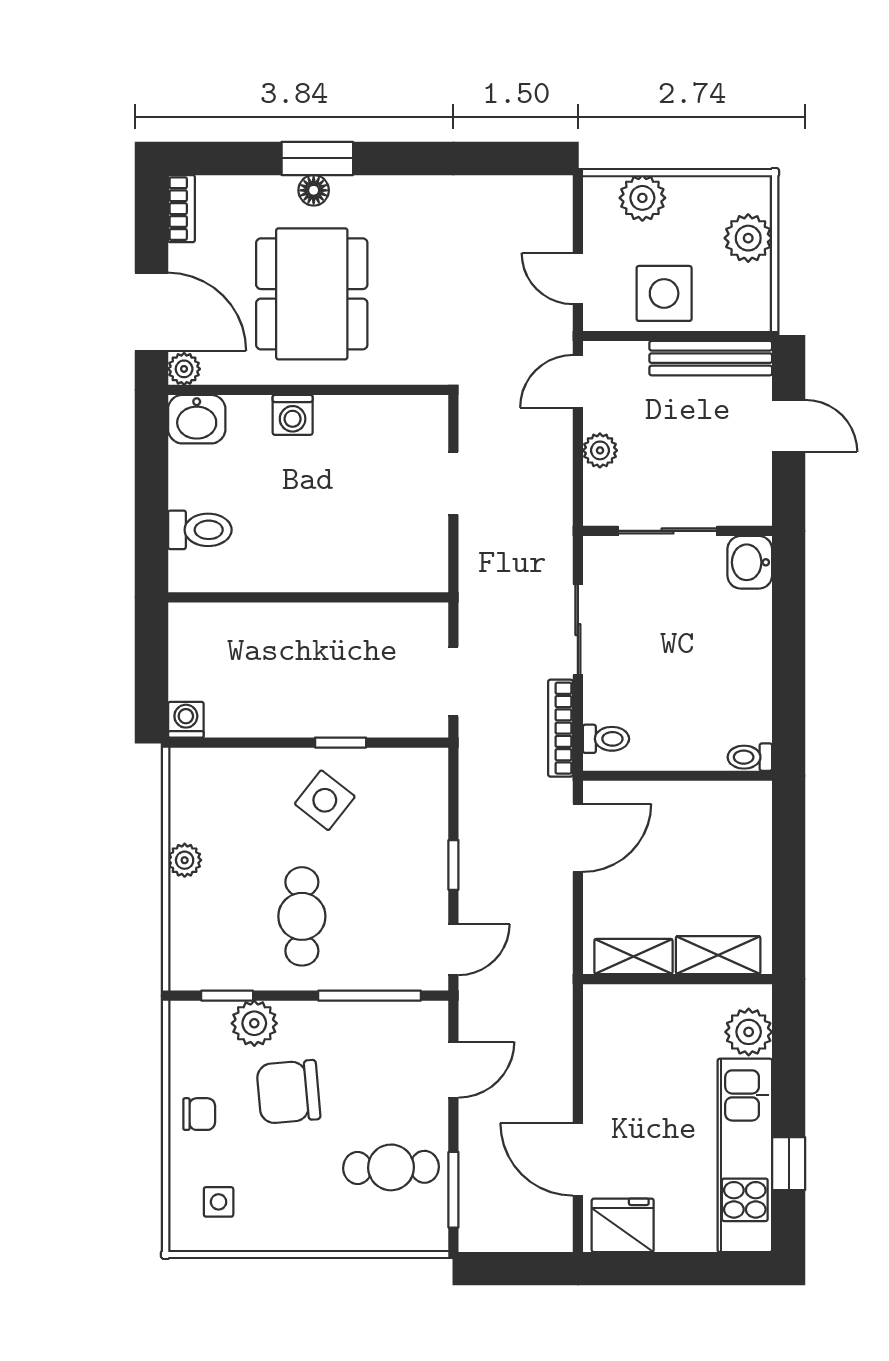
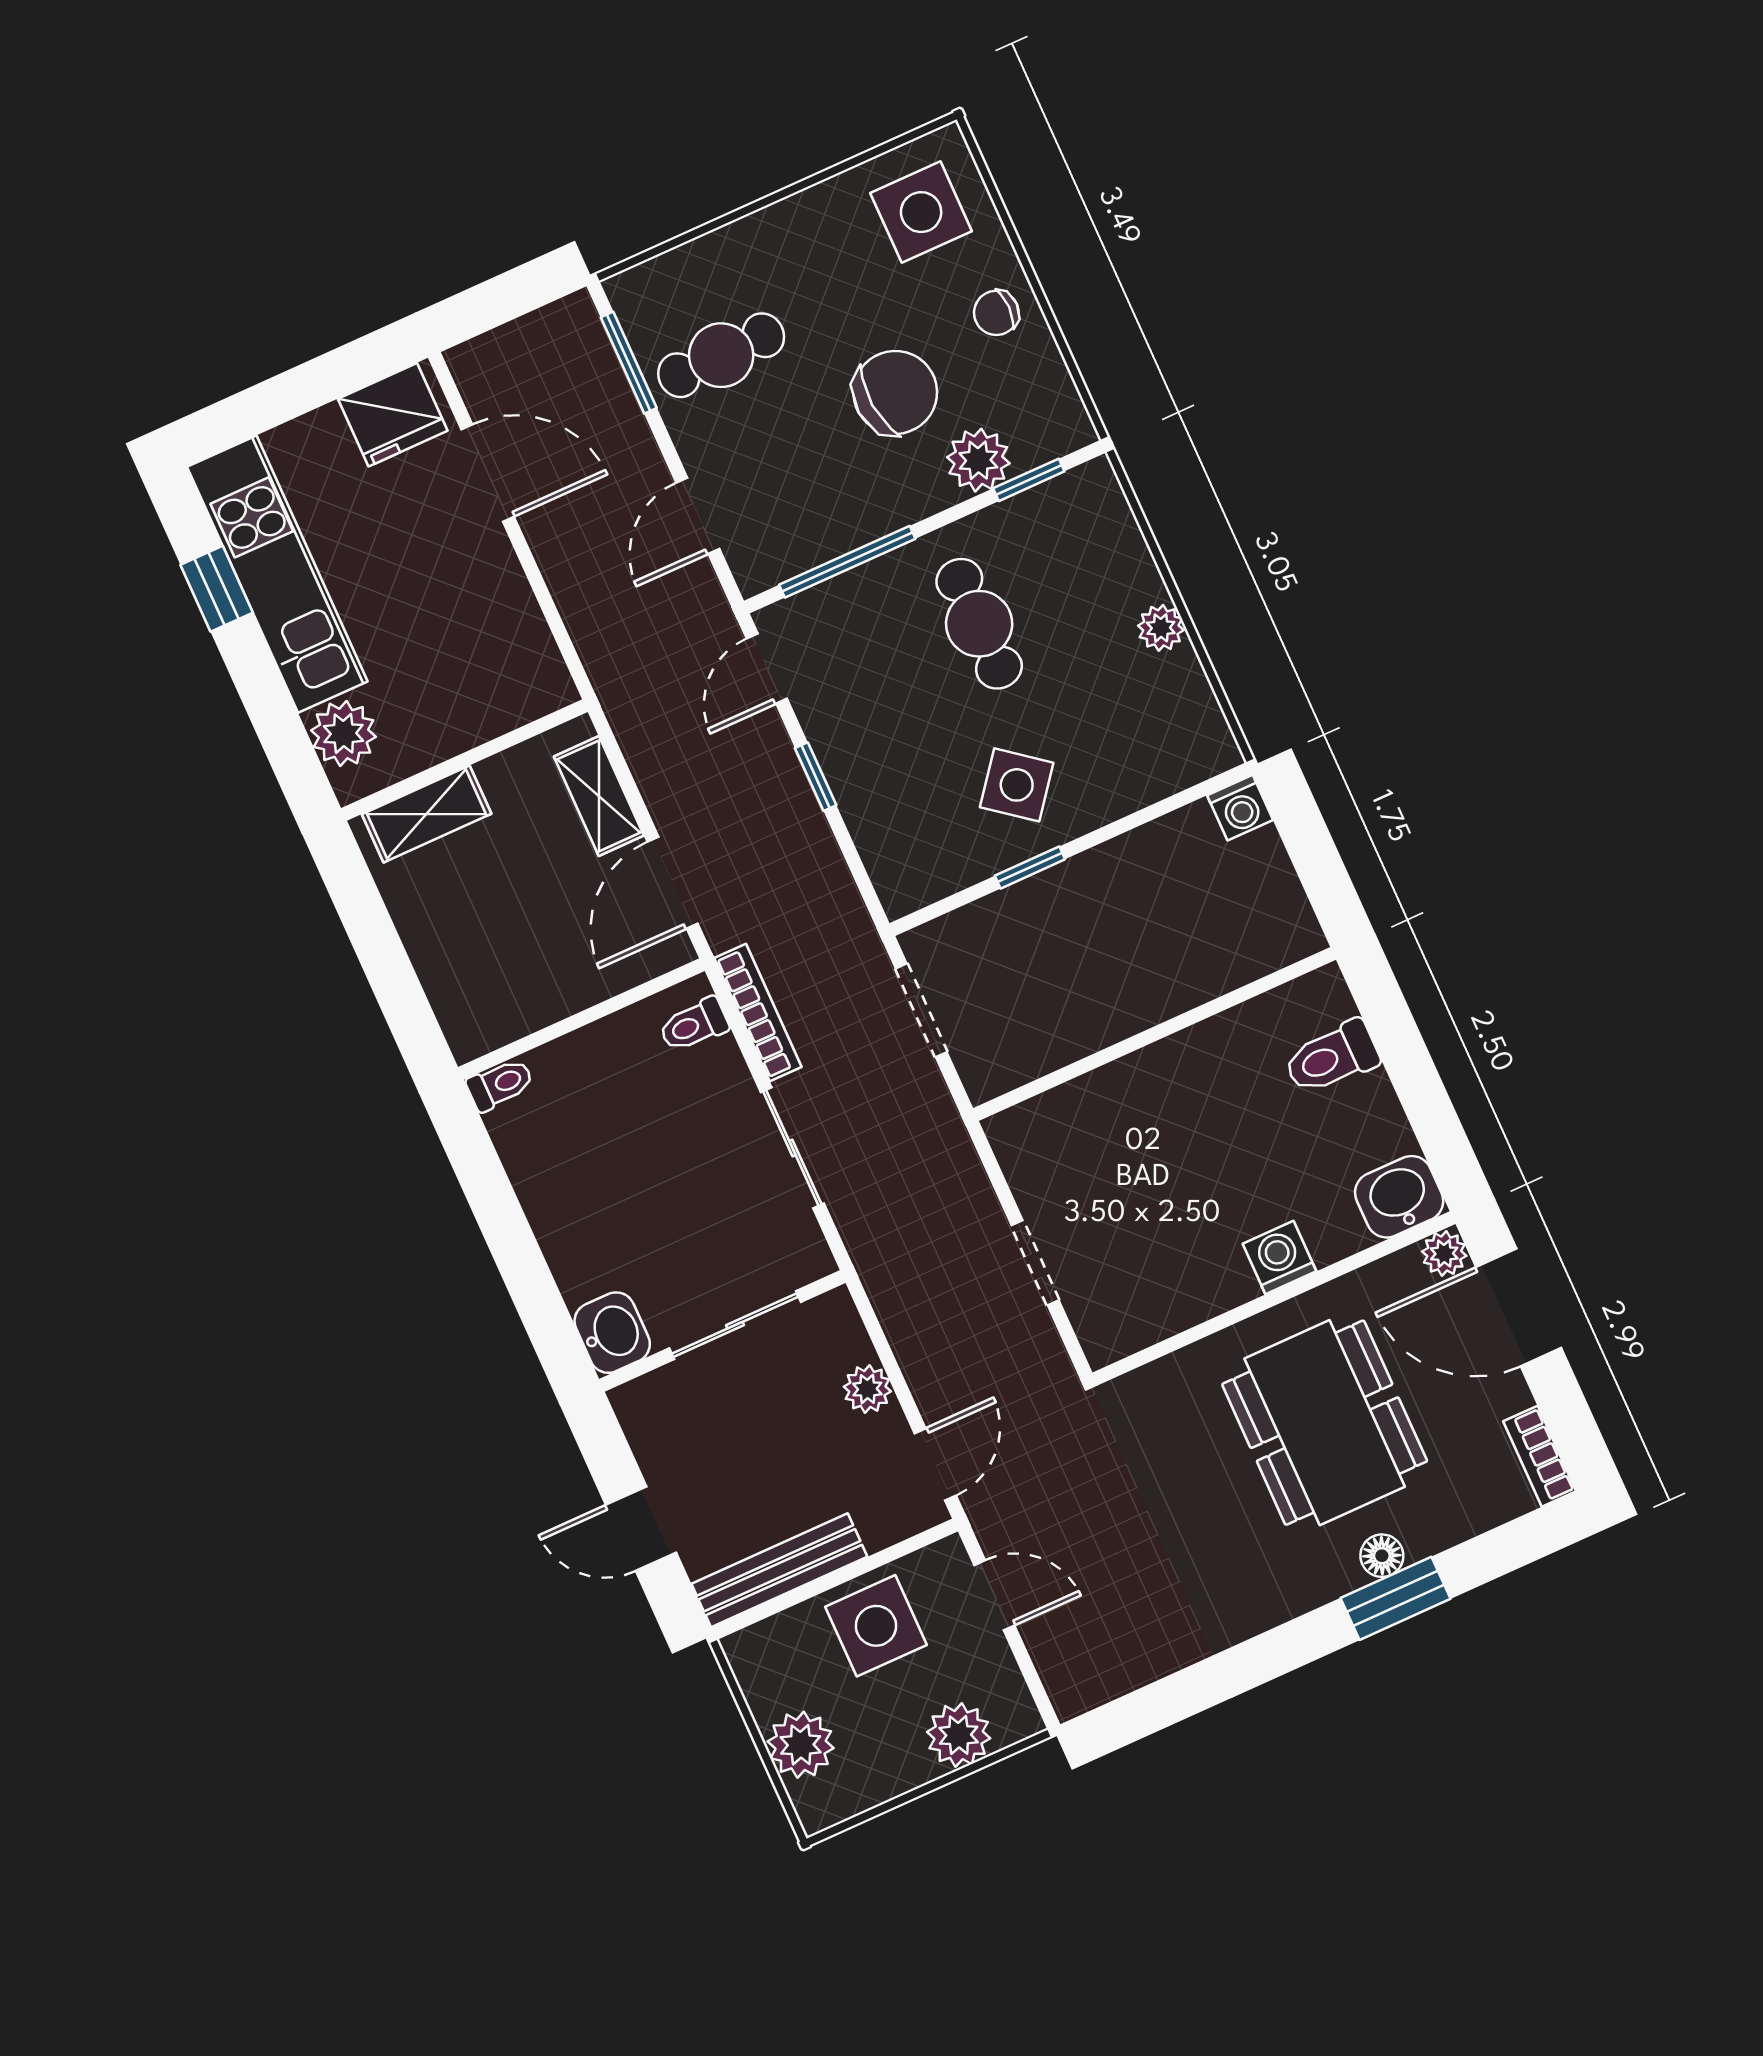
shelving: (633, 956) -> (599, 796), moved, turned 90
side table: (219, 1202) -> (921, 212), width x1.87, depth x1.87

